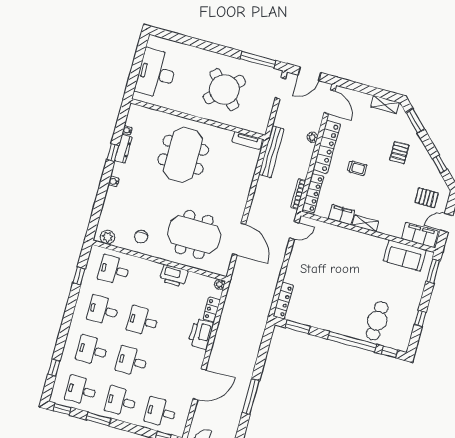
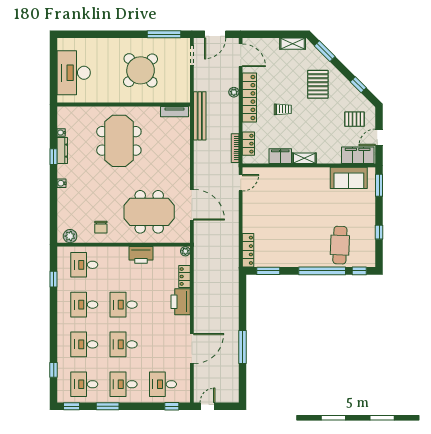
pallet: (399, 153) -> (318, 84), width x1.50, depth x1.42
locker: (313, 193) -> (248, 144), width x0.66

